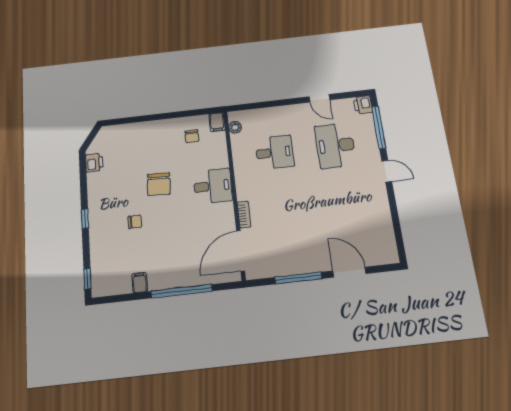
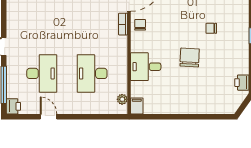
chair: (192, 136) -> (140, 25), moved
desk: (275, 152) -> (92, 73), width x1.37
desk: (213, 186) -> (146, 67), moved

